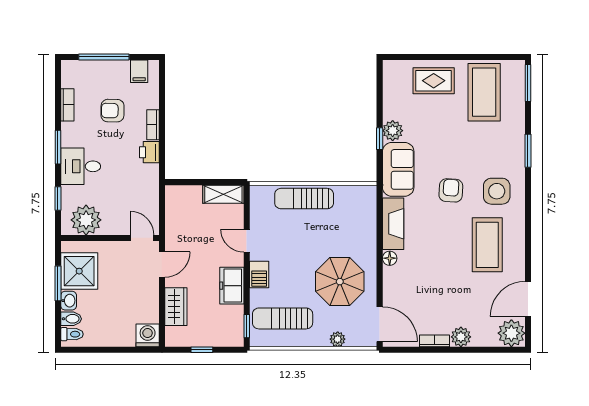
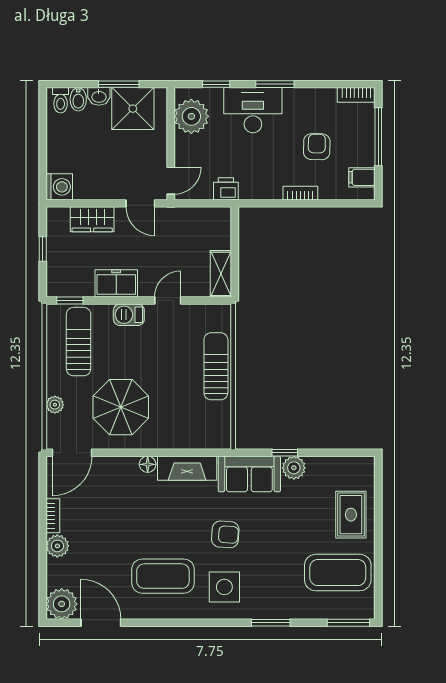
bookcase: (67, 105) -> (356, 95), moved
printer: (149, 152) -> (226, 189), moved
desk: (81, 166) -> (253, 110), width x1.37

